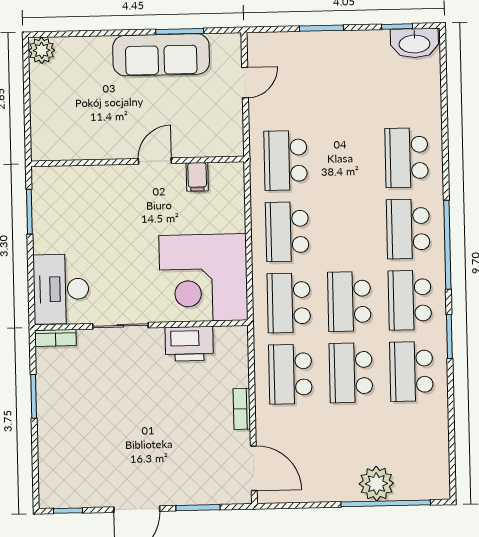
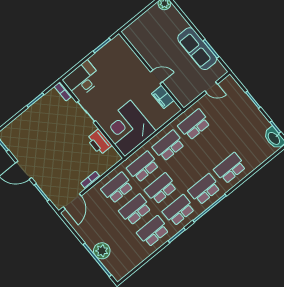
filing cabinet: (197, 177) -> (163, 97), width x2.00

